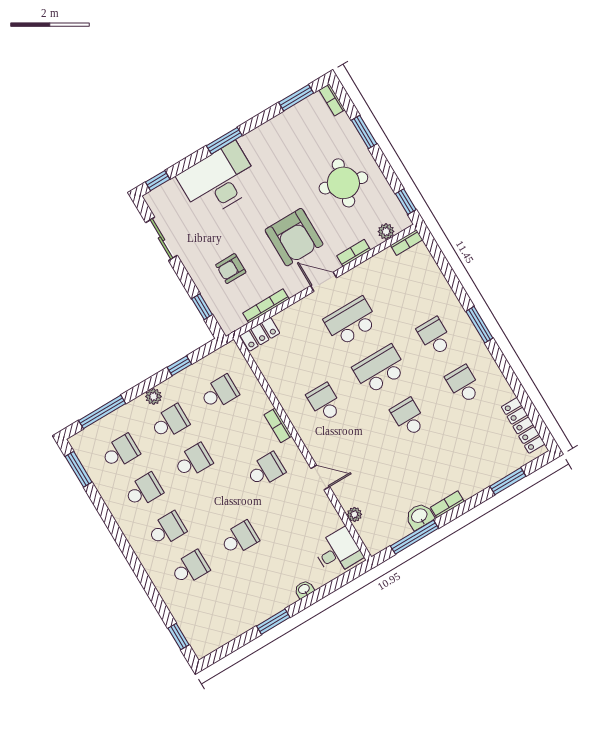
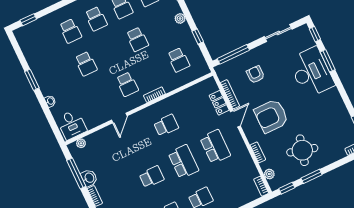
window: (364, 132) -> (311, 176), moved
window: (224, 141) -> (328, 61), moved
door: (324, 282) -> (235, 119), moved
window: (202, 307) -> (233, 54), width x2.17
locker: (260, 334) -> (219, 103), moved
school desk: (170, 422) -> (163, 27), removed
plant: (354, 514) -> (81, 143), moved

